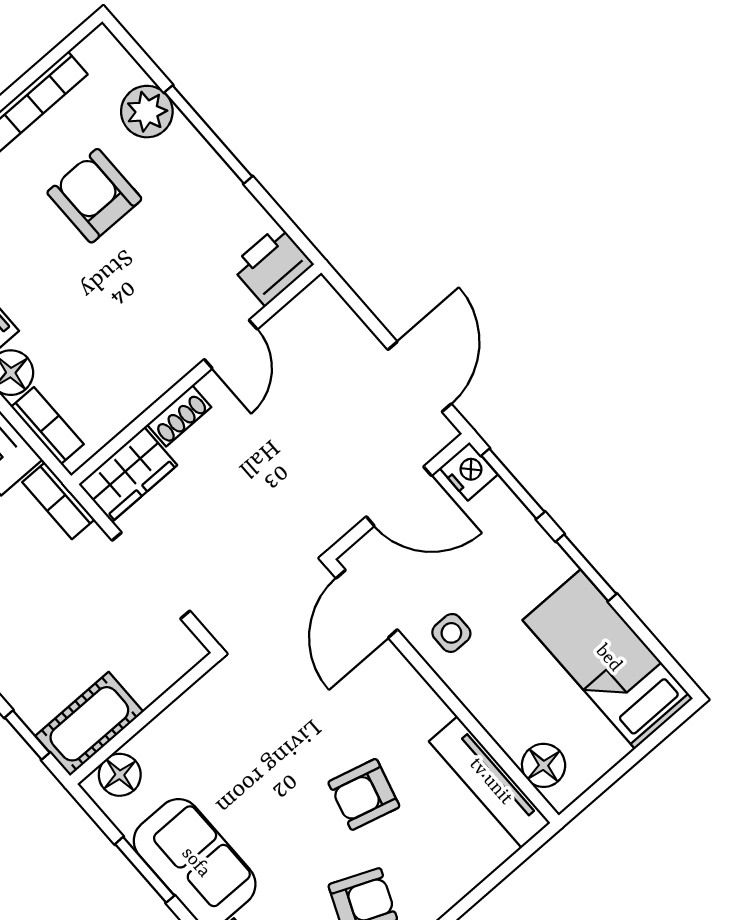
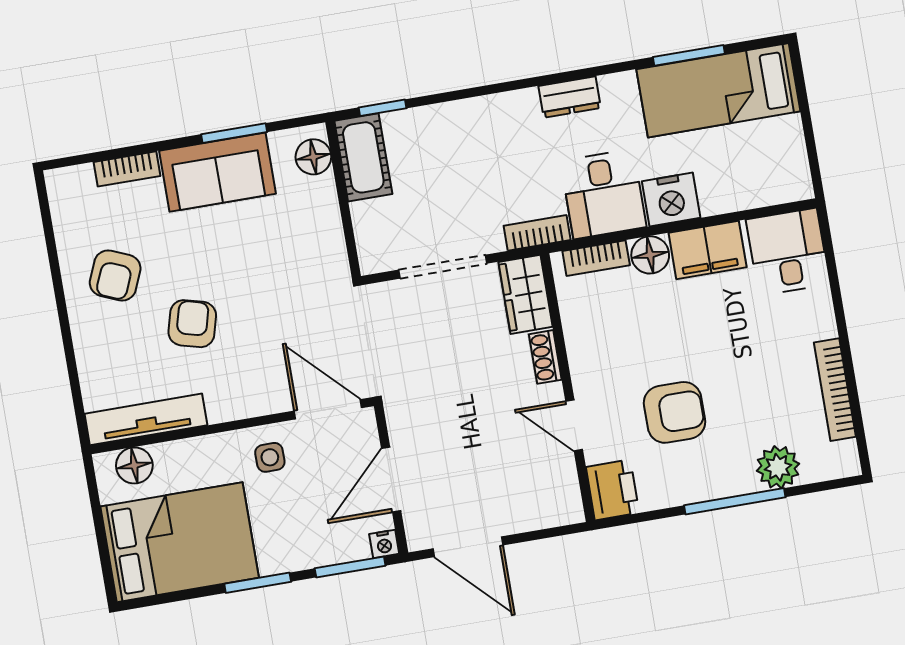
armchair: (94, 196) -> (674, 412), moved
nightstand: (469, 471) -> (384, 544), width x0.72, depth x0.74
bed: (608, 659) -> (180, 542), width x1.50

